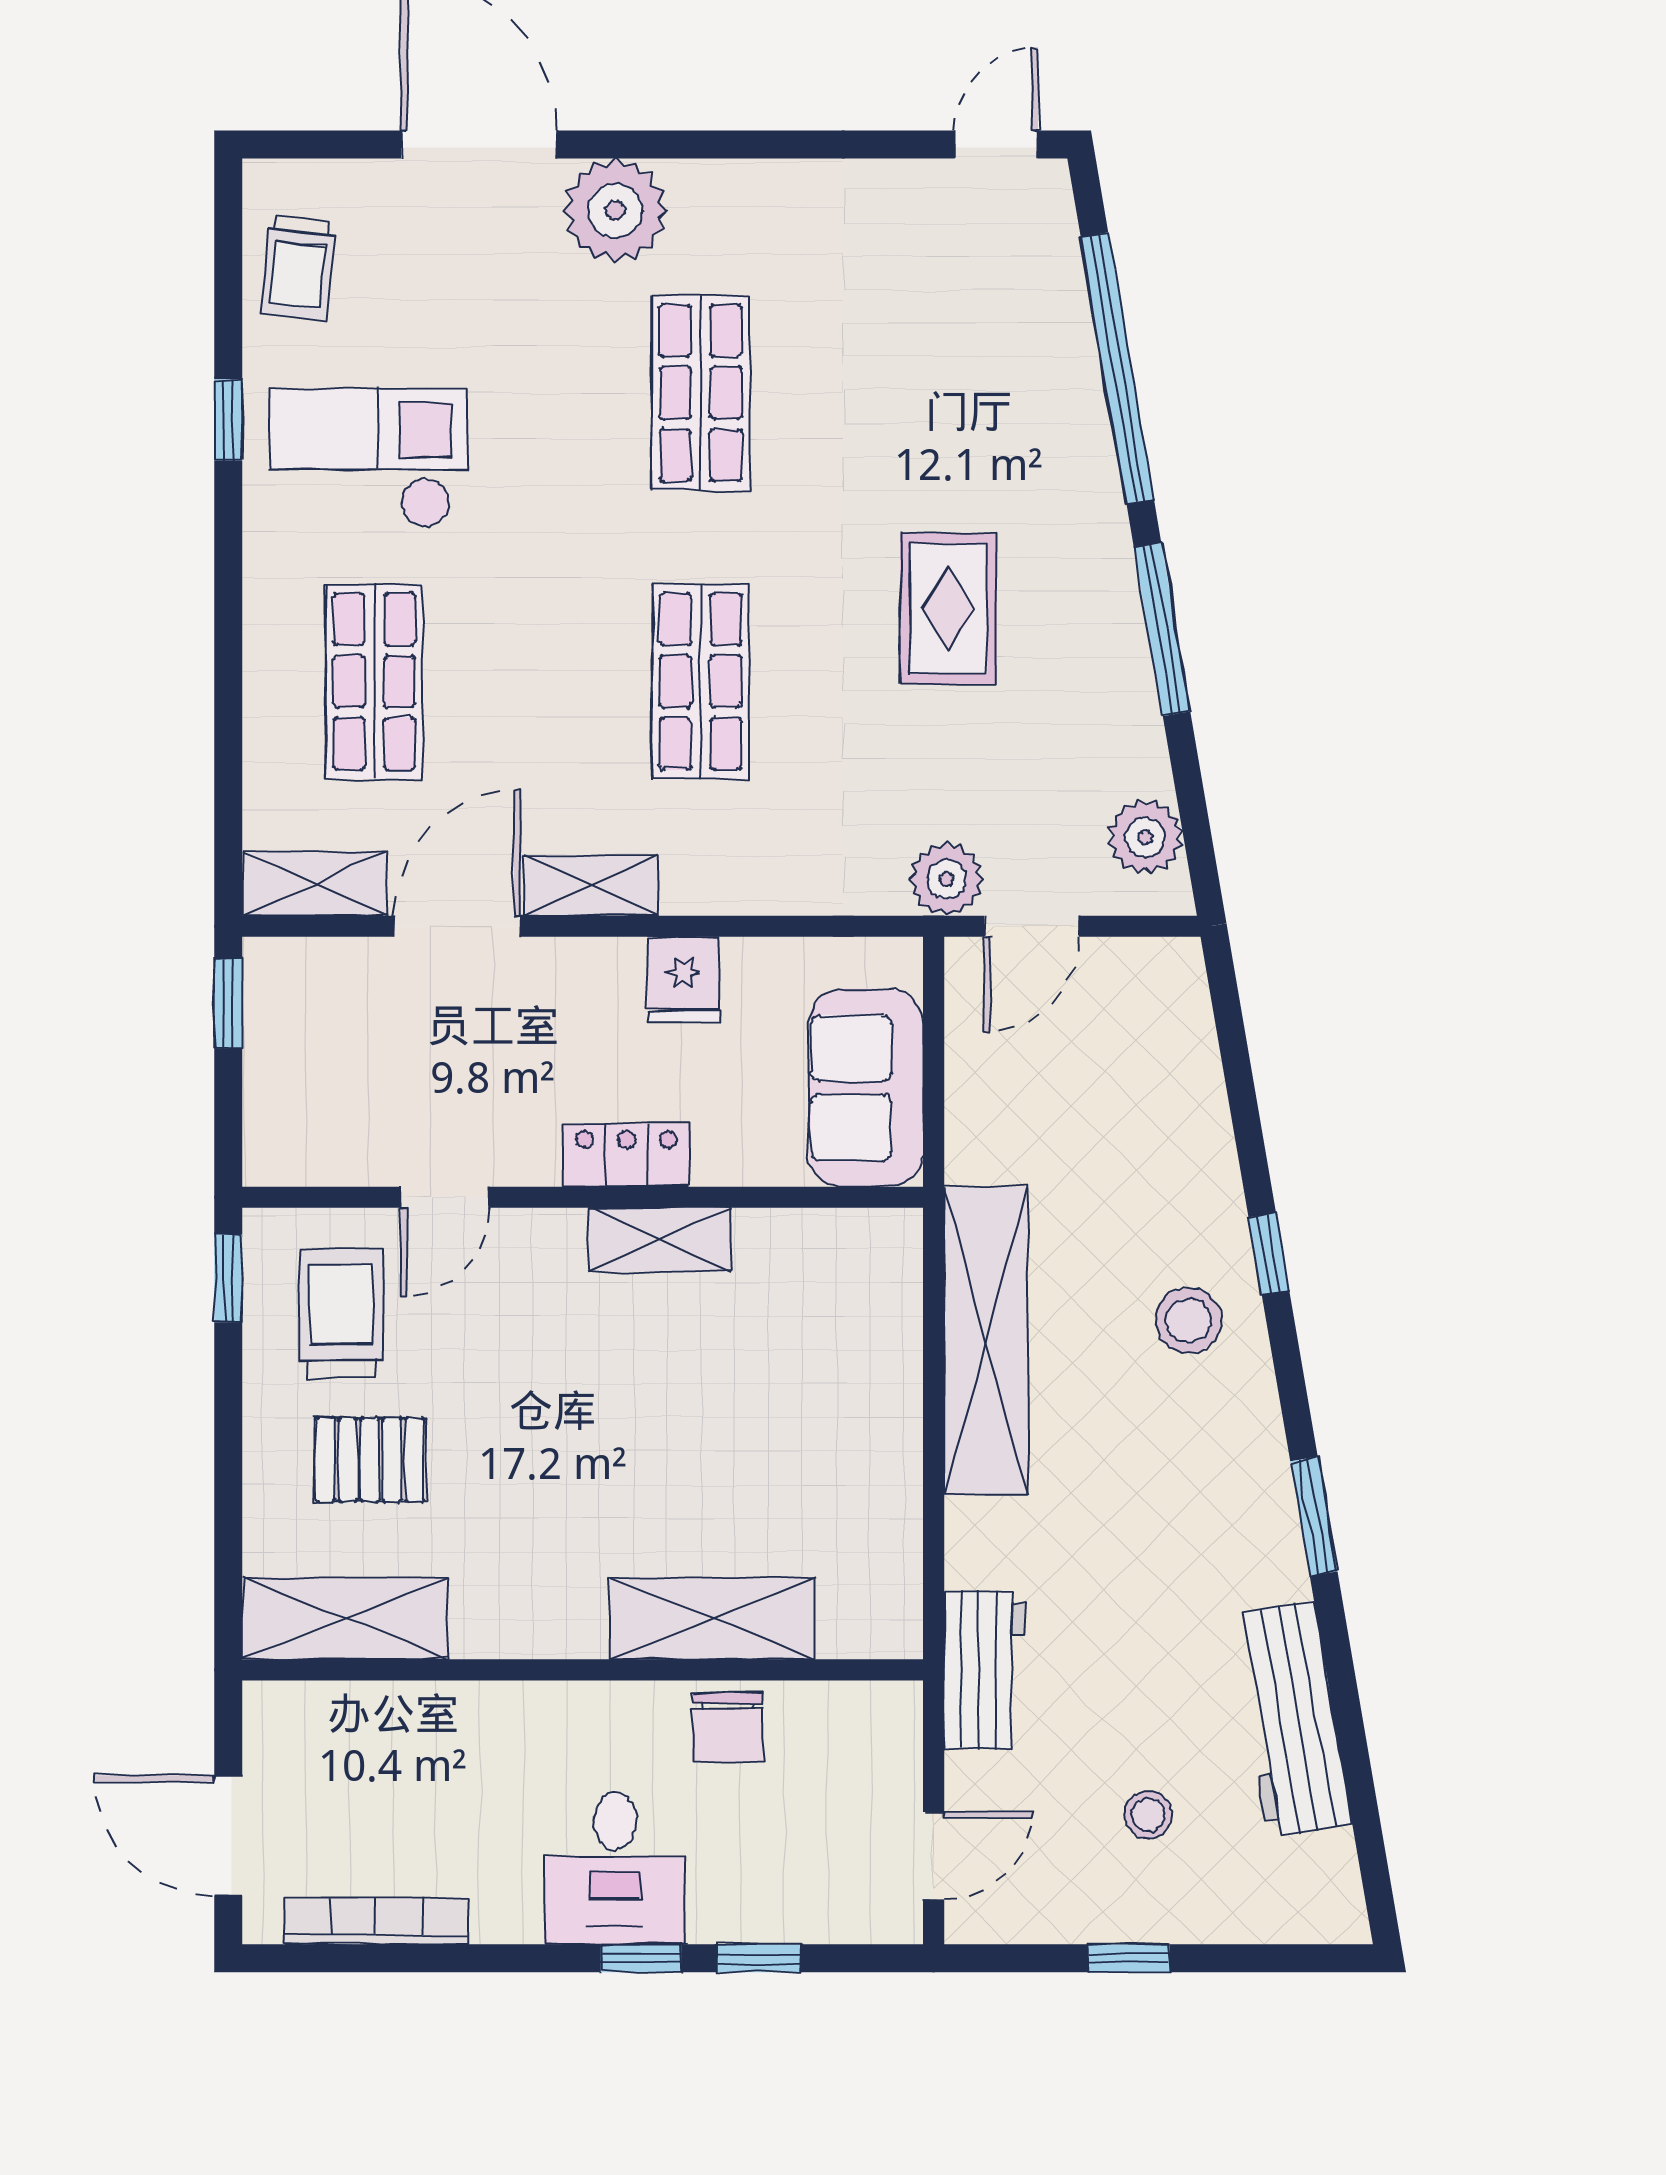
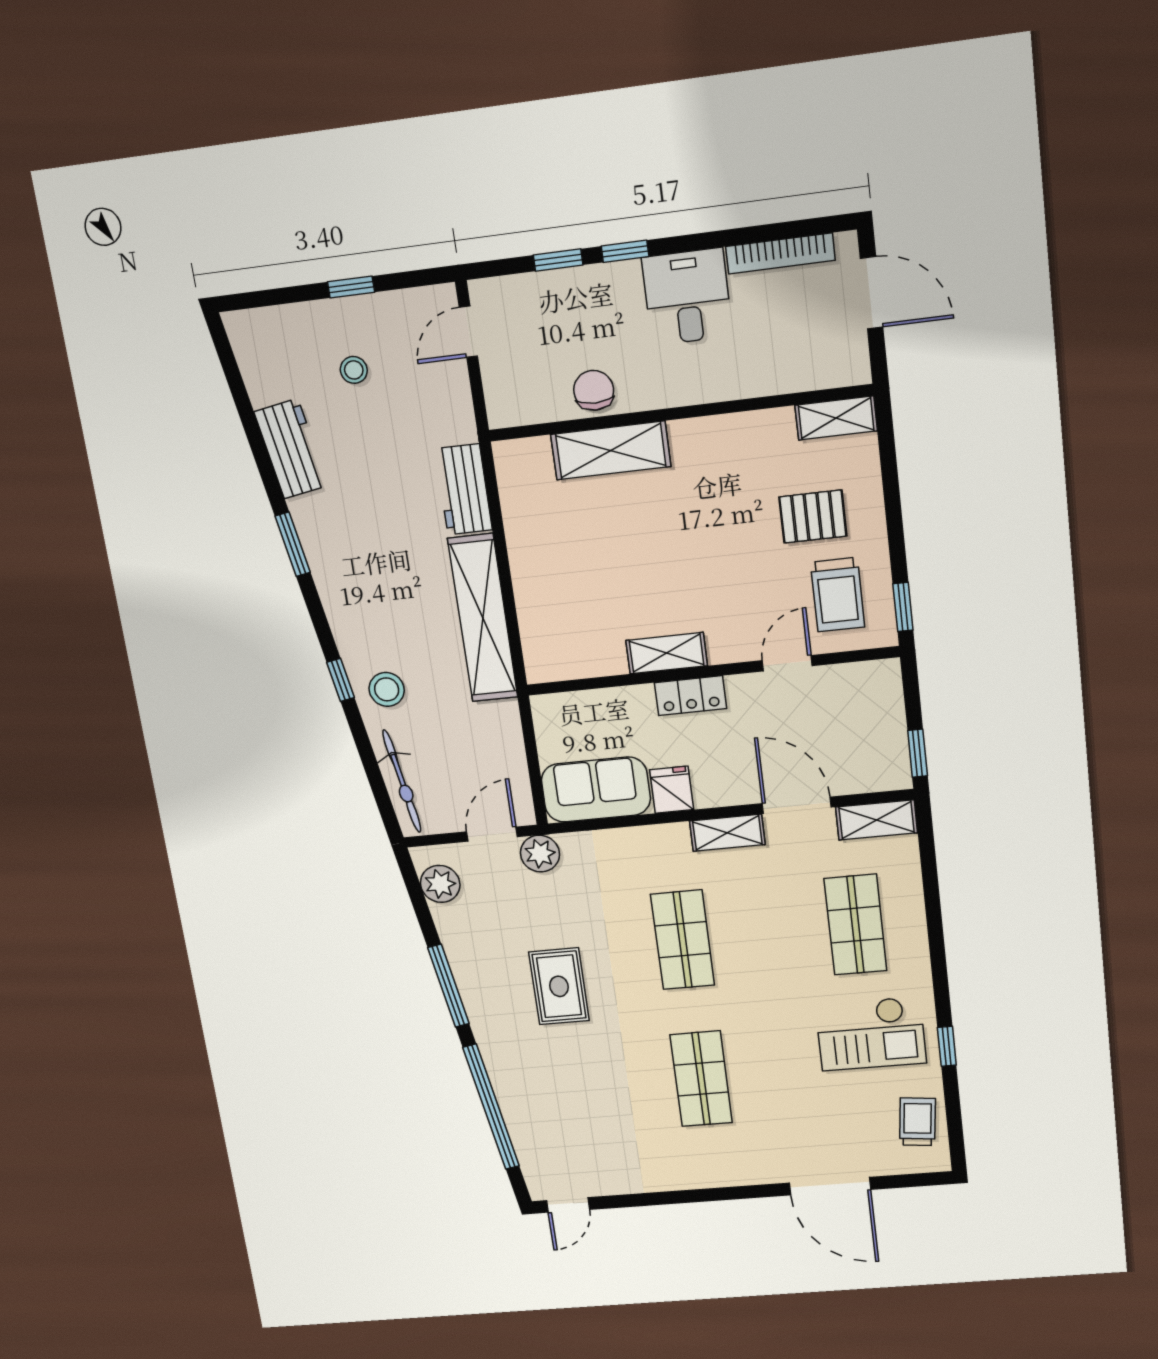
plant: (615, 211) -> (756, 1161), removed
door: (457, 926) -> (797, 805), swing flipped
bicycle: (1186, 1047) -> (402, 781), added
sofa: (866, 1088) -> (596, 790), moved, turned -90
stool: (1189, 1320) -> (387, 689), moved
shelving: (345, 1618) -> (836, 418), width x0.67, depth x0.75
workbench: (985, 1670) -> (464, 489), moved
workbench: (1291, 1720) -> (291, 449), width x0.73
desk: (615, 1868) -> (687, 297), moved

